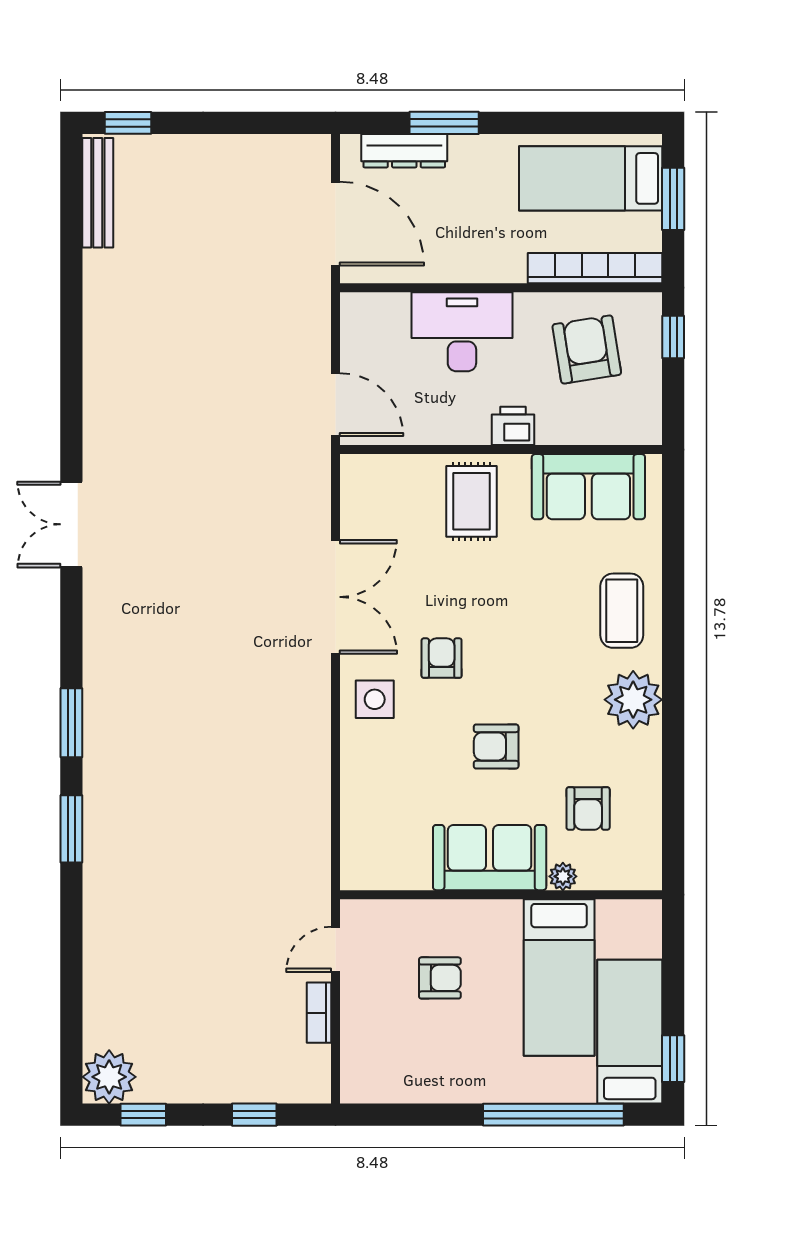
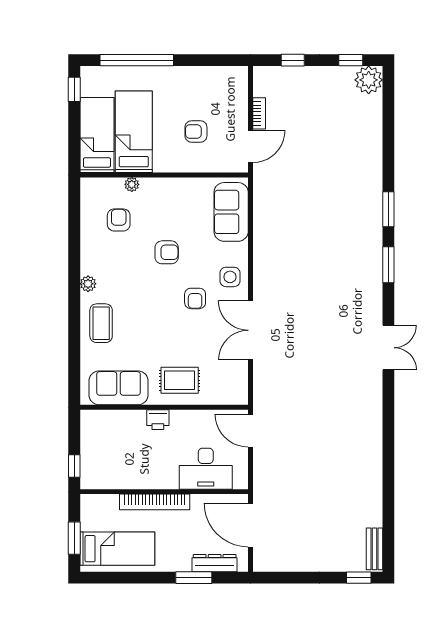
bench: (98, 193) -> (375, 549), width x0.73
bookcase: (595, 268) -> (155, 502), moved
desk: (462, 332) -> (206, 469), moved
armchair: (587, 349) -> (119, 459), removed
rug: (471, 501) -> (180, 380), turned 90
double door: (71, 524) -> (388, 348), moved
plant: (633, 700) -> (88, 284), width x0.53, depth x0.53
sofa: (490, 858) -> (231, 212), moved, turned 90
door: (335, 949) -> (250, 146), width x1.38
bed: (630, 1032) -> (97, 135), moved, turned 180

